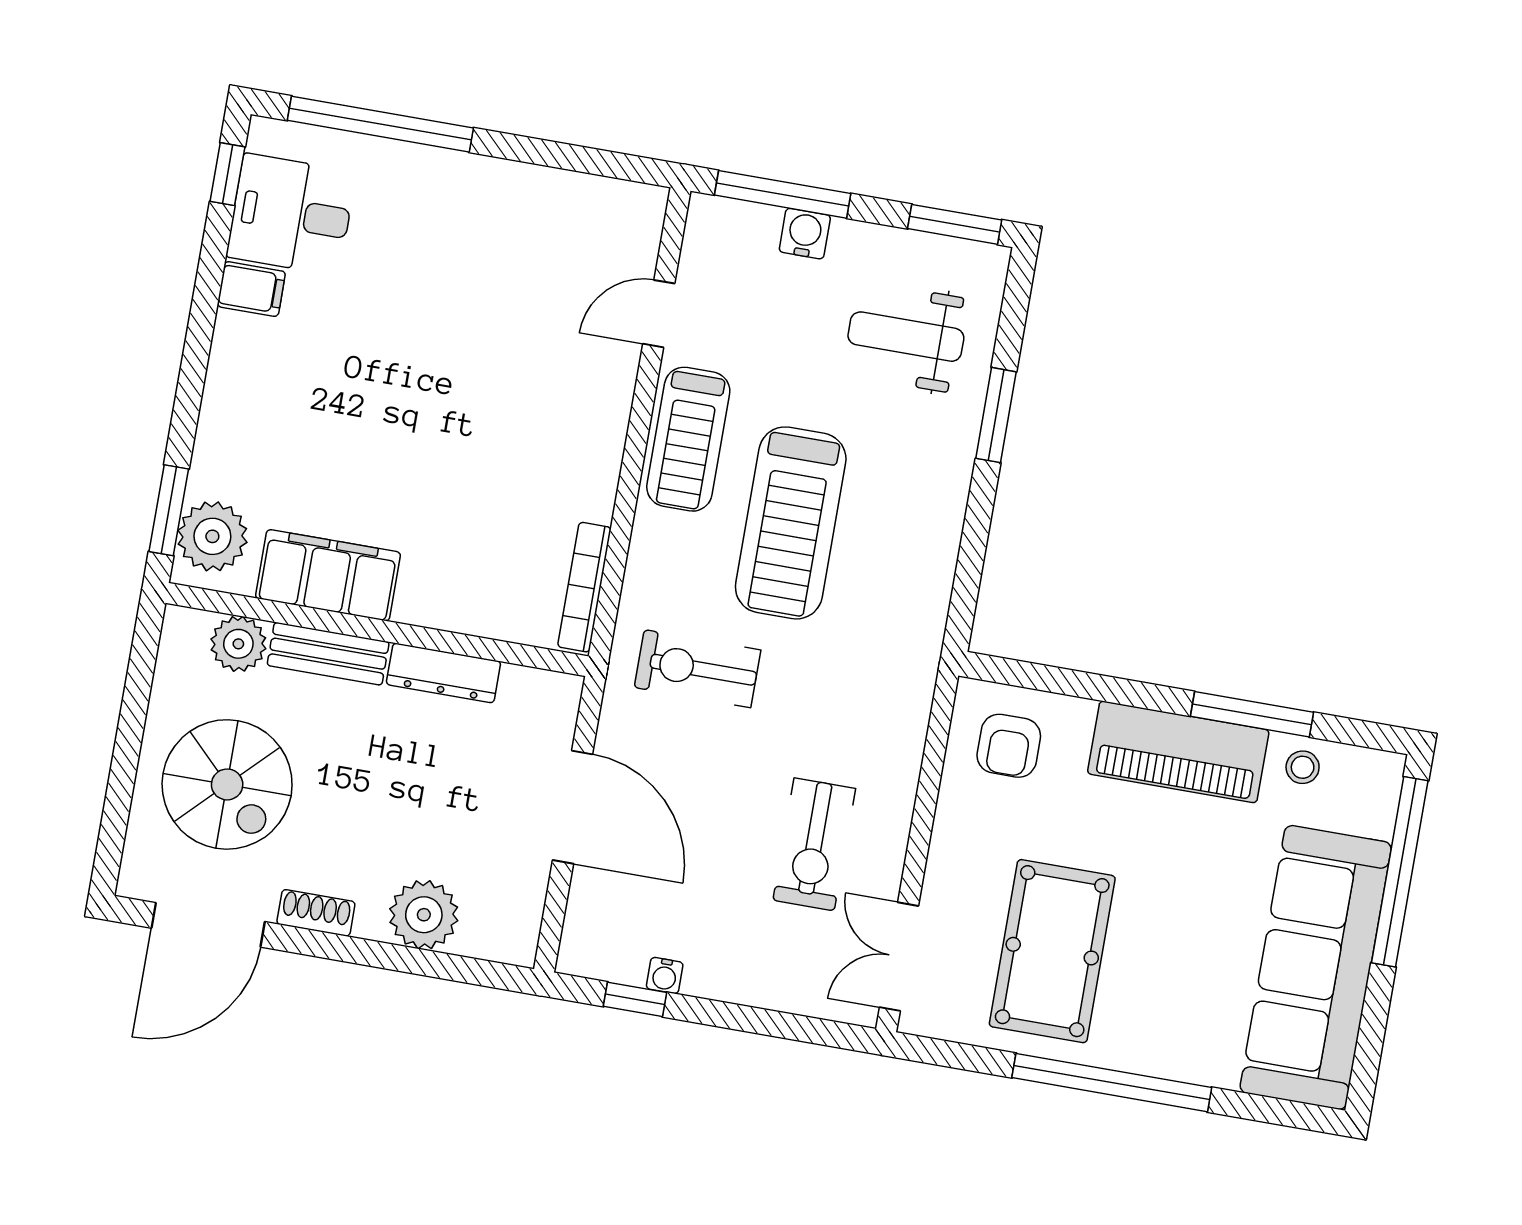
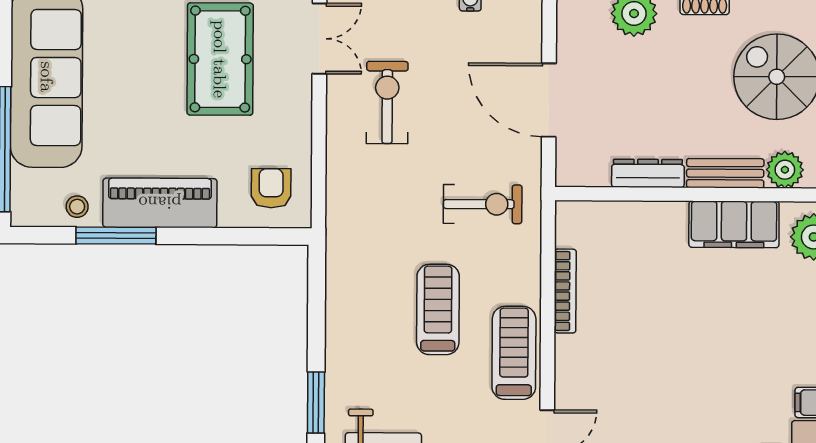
treadmill: (791, 523) -> (438, 309), width x0.73, depth x0.73
bookcase: (584, 587) -> (565, 291), moved

